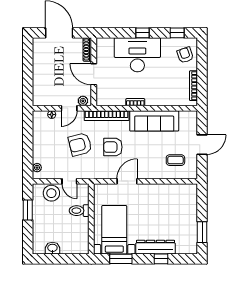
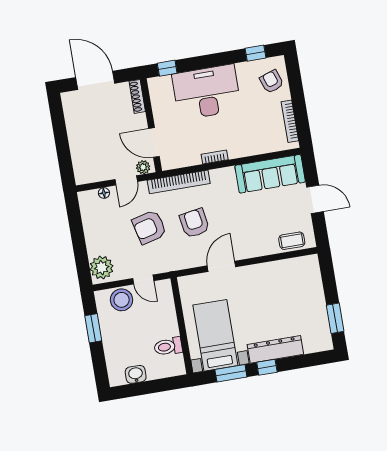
window: (143, 33) -> (167, 68), moved
door: (94, 74) -> (154, 143), moved
sofa: (154, 121) -> (270, 174), moved
door: (202, 145) -> (315, 199), hinge flipped
armchair: (113, 147) -> (194, 223), turned 81
coffee table: (175, 160) -> (292, 241), moved
plant: (37, 168) -> (102, 268), width x1.88, depth x1.88
toilet: (79, 211) -> (168, 347), moved
window: (161, 259) -> (267, 367), moved

